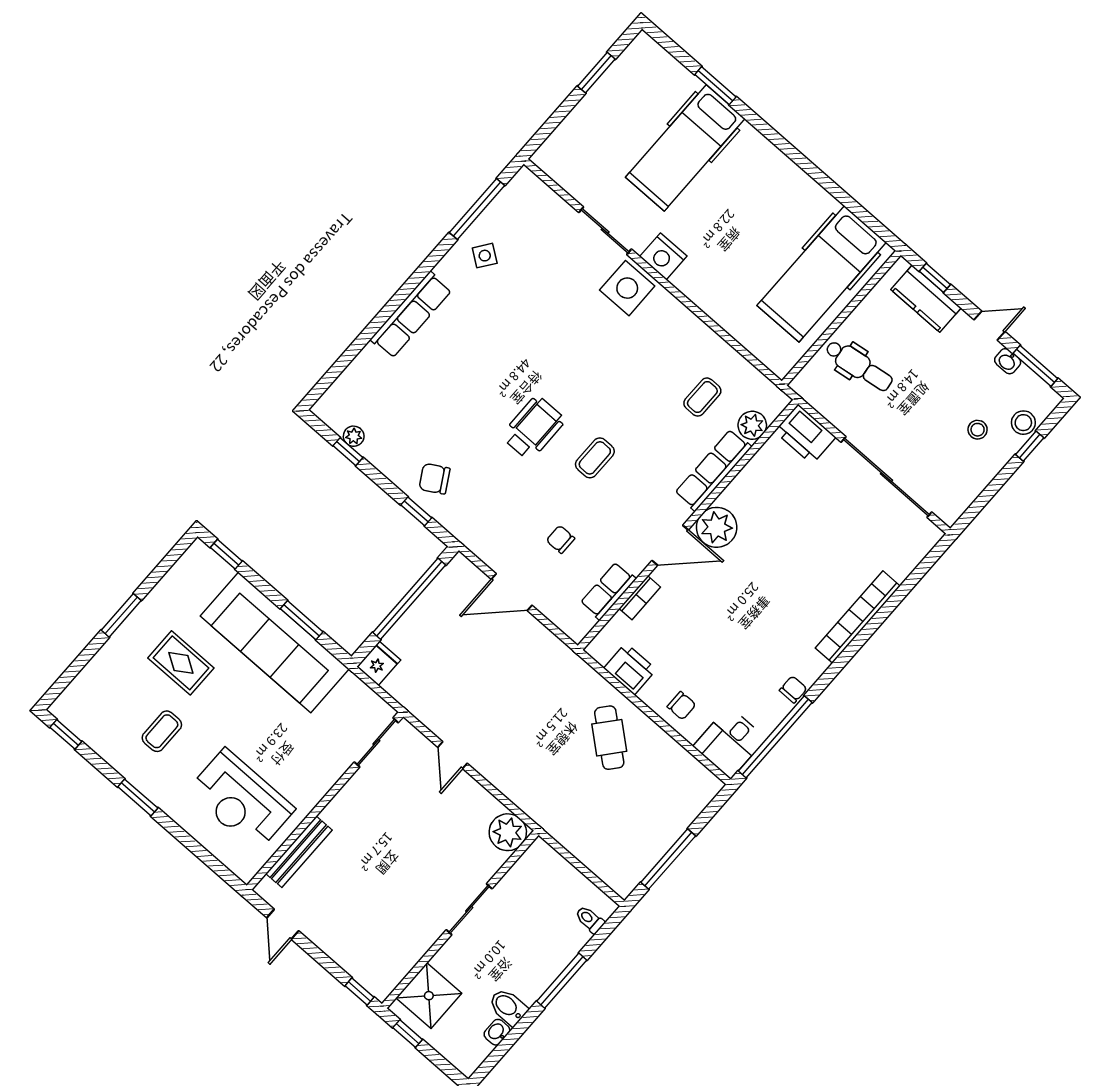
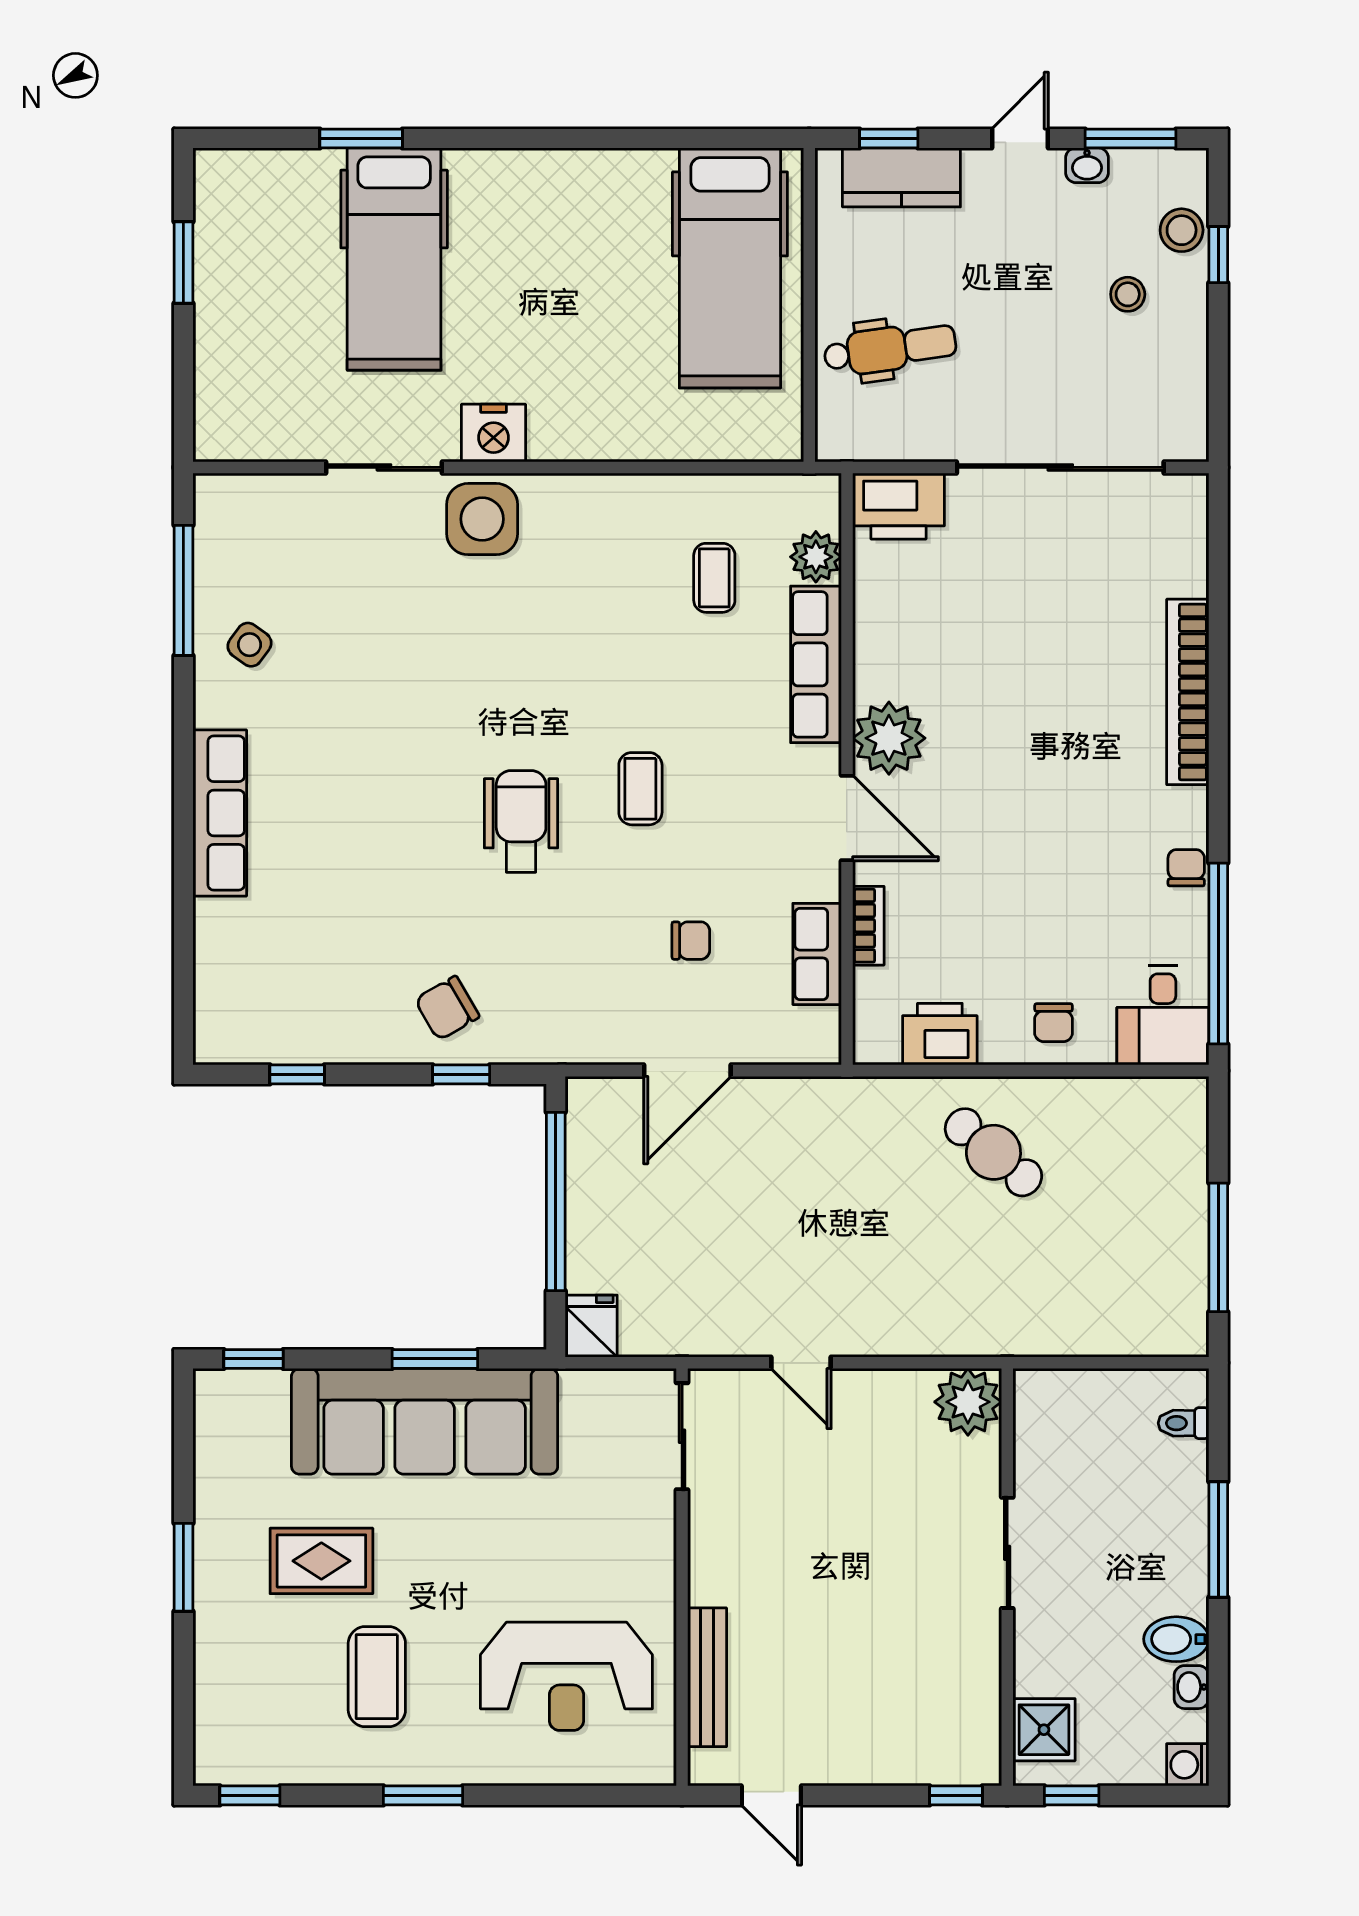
plant: (354, 436) -> (286, 1047), removed
chair: (560, 539) -> (691, 941), turned 180
door: (670, 545) -> (847, 818), hinge flipped
chair: (681, 706) -> (1054, 1023), turned 90
coffee table: (162, 731) -> (377, 1677), width x1.36, depth x1.30
shower: (429, 996) -> (1044, 1730), width x0.73, depth x0.73
washing machine: (467, 1063) -> (1188, 1765), added

